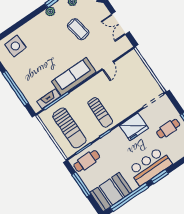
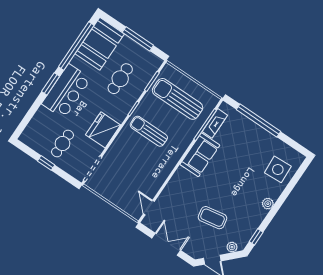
plant: (50, 12) -> (268, 204), moved
door: (108, 66) -> (149, 208), moved
sofa: (74, 77) -> (200, 155), width x0.73
cafe table: (87, 161) -> (120, 79), moved

